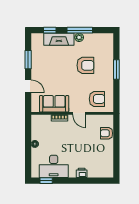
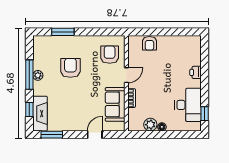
fireplace: (59, 39) -> (40, 114), moved
window: (28, 60) -> (52, 135), moved
window: (116, 69) -> (63, 32), moved
plant: (37, 134) -> (150, 125), added

